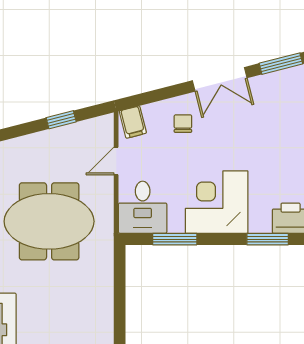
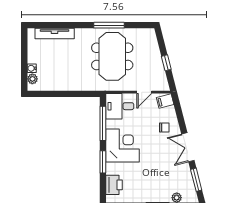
door: (116, 161) -> (144, 92), swing flipped
window: (175, 239) -> (103, 123), width x1.44
window: (268, 239) -> (103, 162), moved

